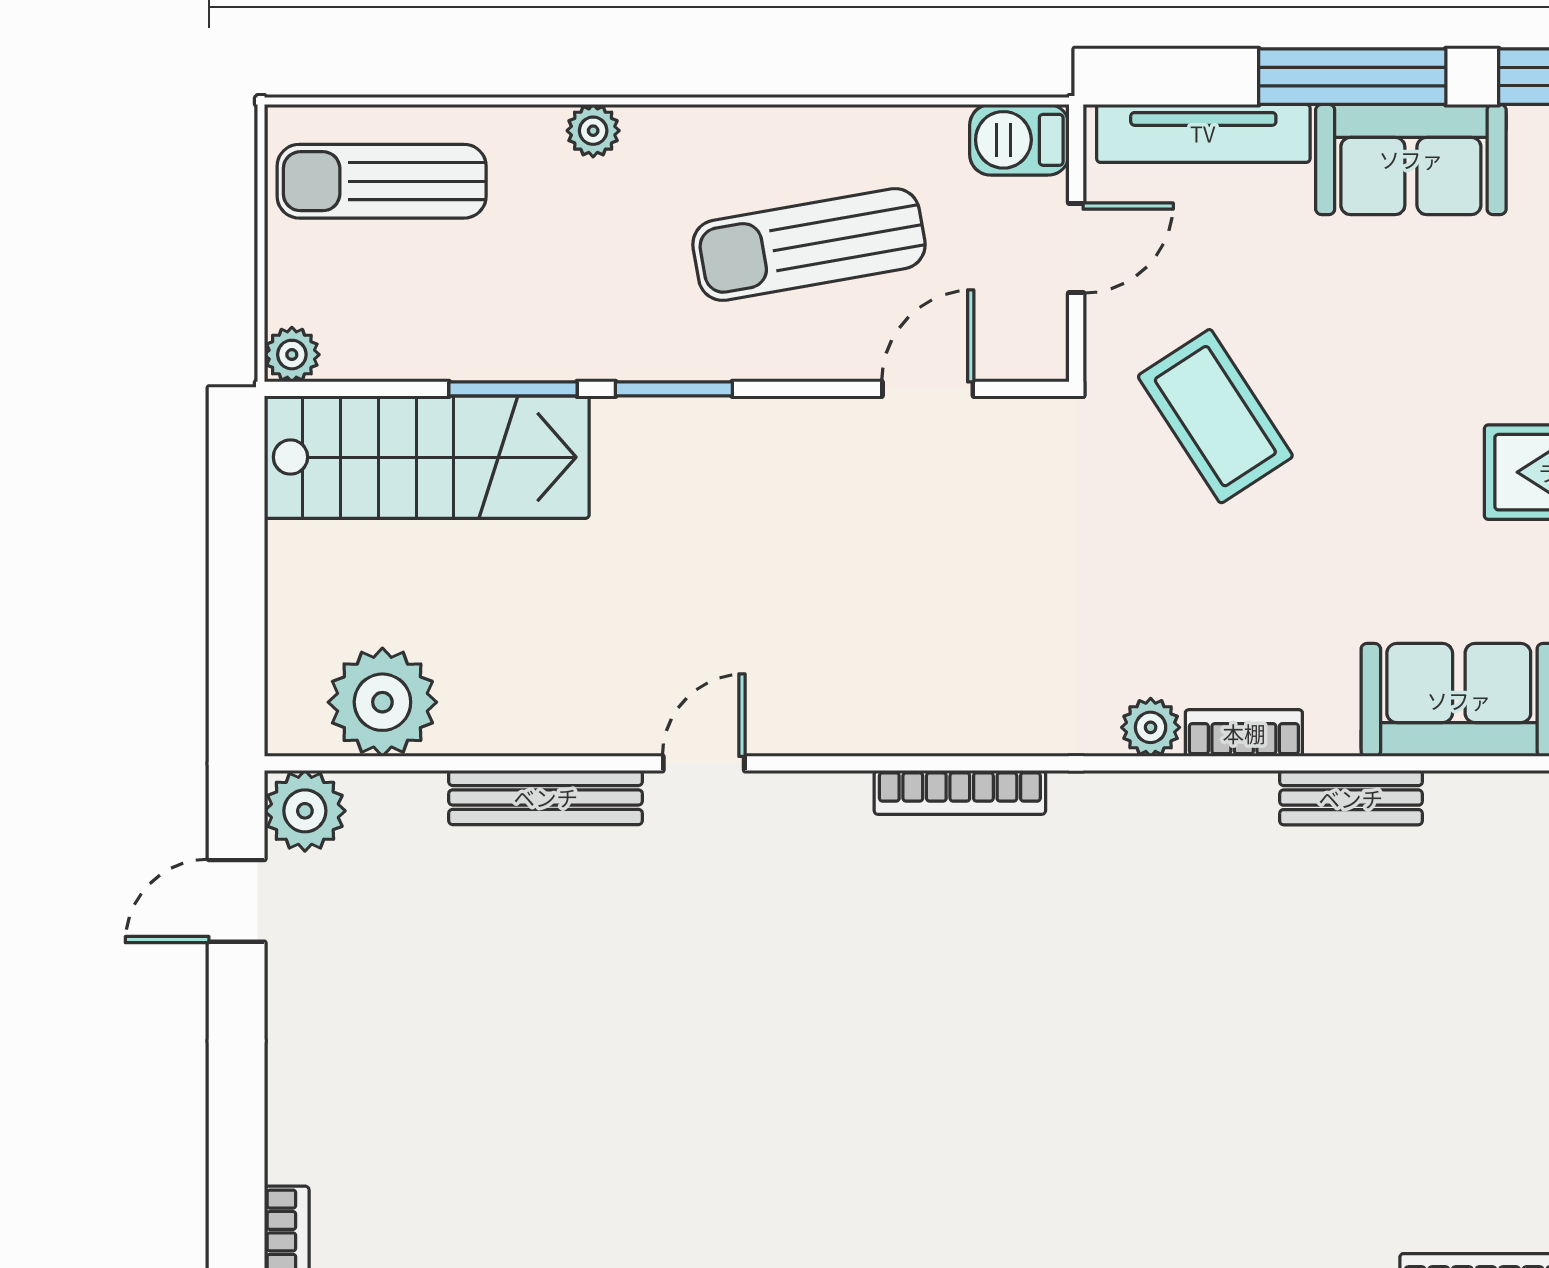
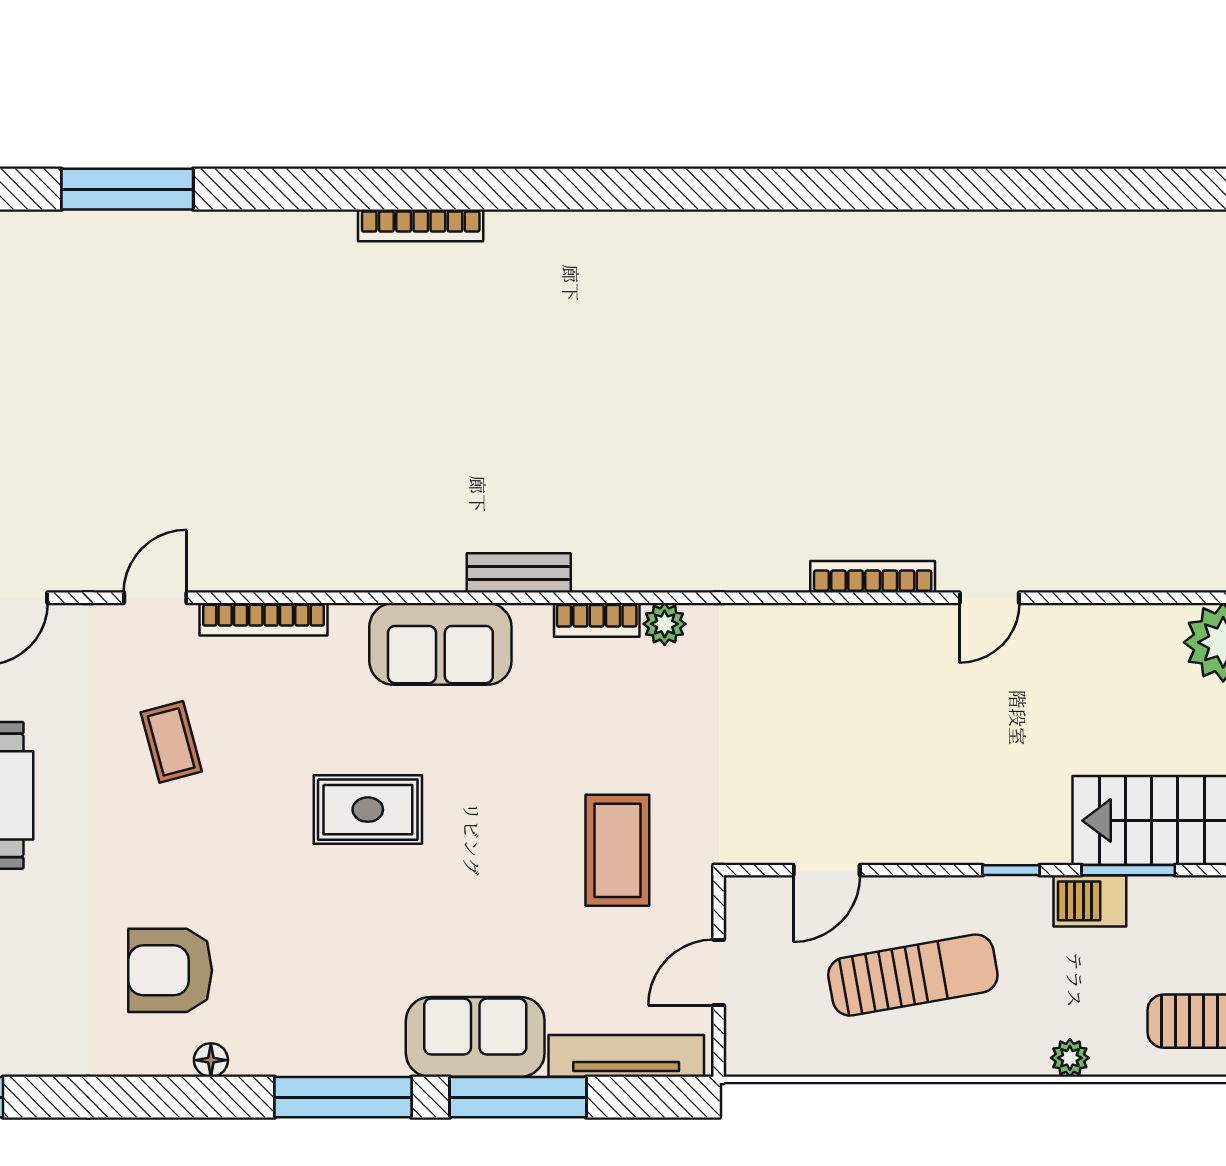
barbecue: (1019, 140) -> (1090, 901), moved, turned 180
window: (674, 389) -> (1011, 870), width x0.67
coffee table: (1215, 416) -> (617, 850), turned 33
bookcase: (960, 792) -> (873, 577), moved
bench: (546, 797) -> (1105, 573), removed

